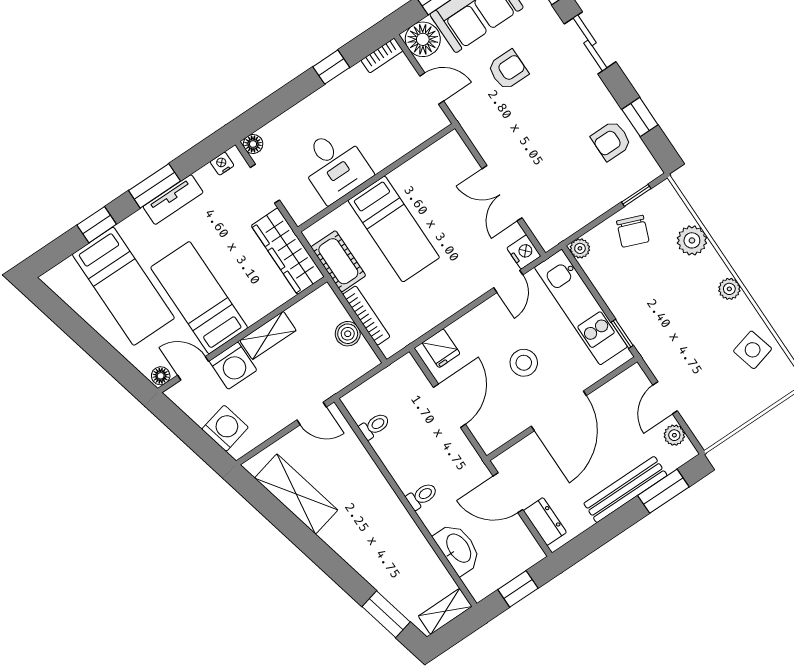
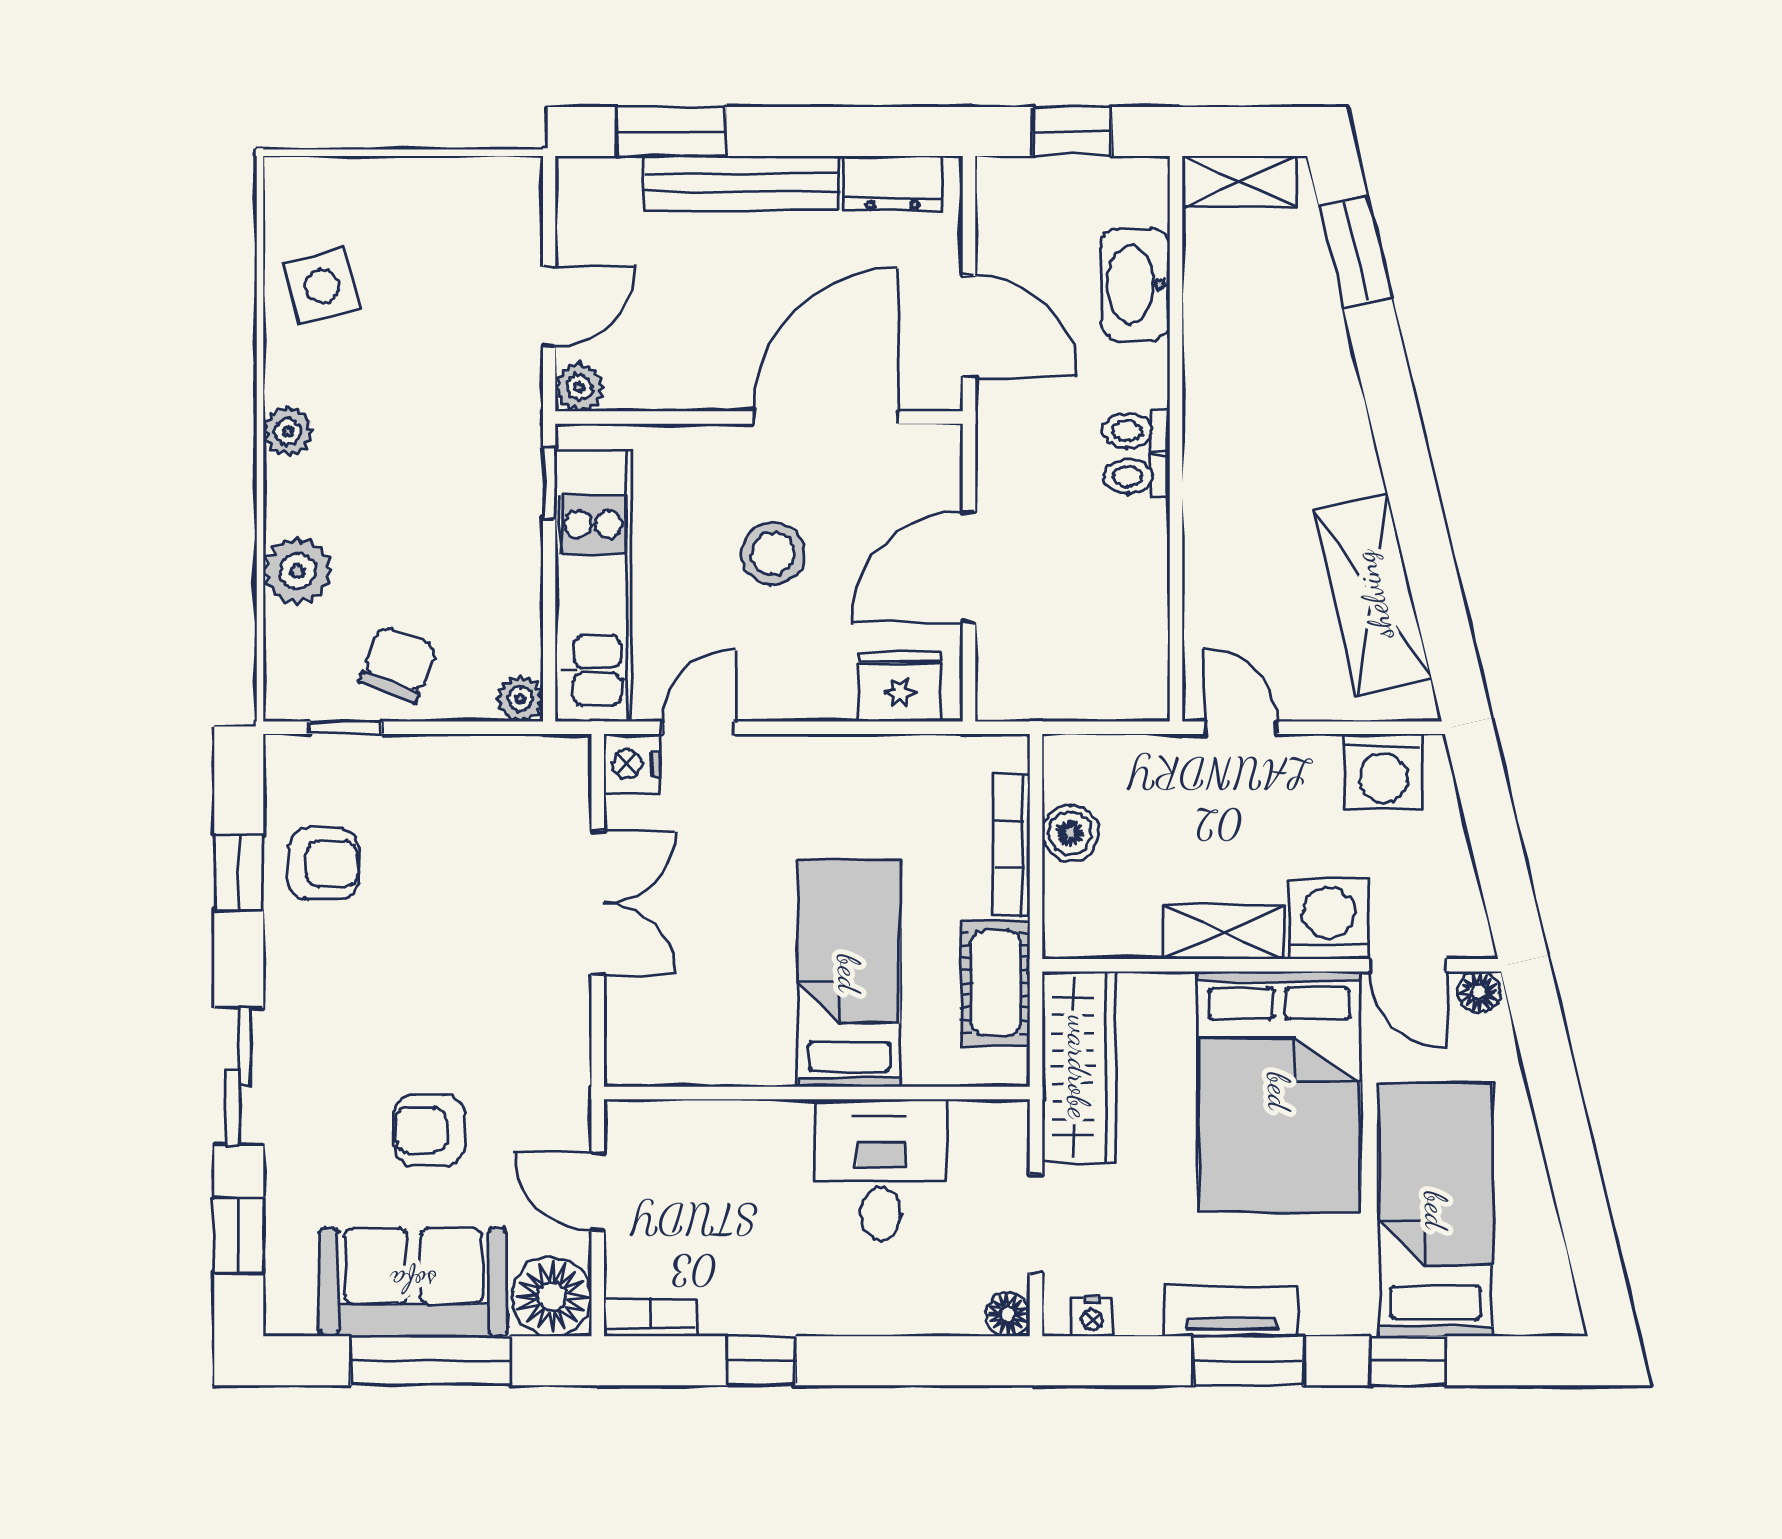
bed: (199, 298) -> (1279, 1091), width x1.50
fridge: (441, 348) -> (900, 687), width x1.38
door: (559, 411) -> (826, 417), moved
toilet: (375, 426) -> (1137, 477), moved
washing machine: (225, 428) -> (1383, 772), moved, turned -77
plant: (674, 435) -> (579, 387), moved
dresser: (545, 522) -> (893, 183), moved, turned -90

